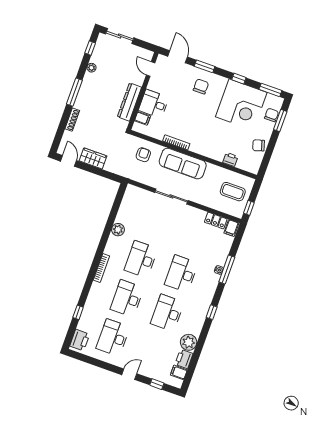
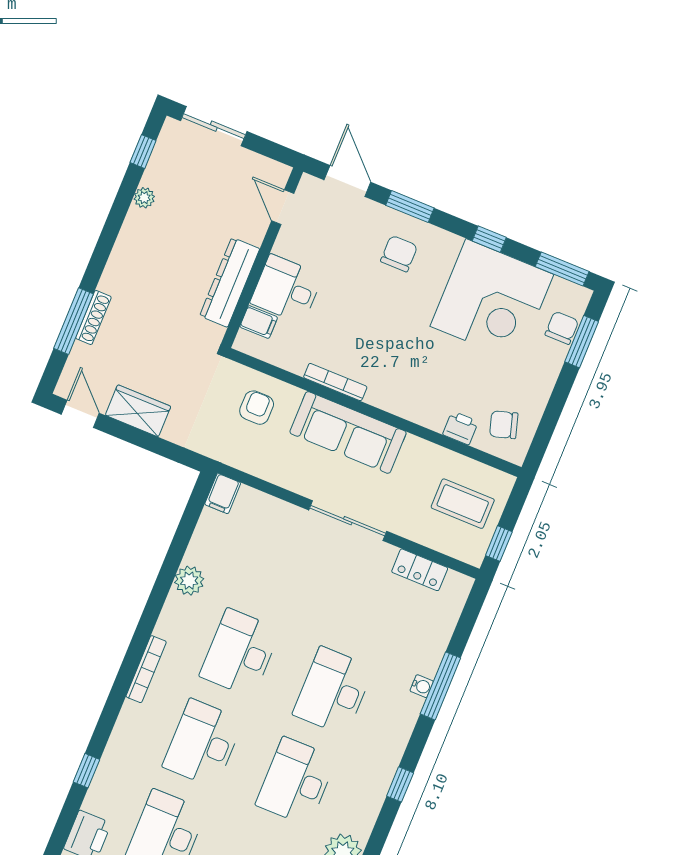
window: (74, 92) -> (74, 321), moved
chair: (259, 145) -> (504, 425), moved
sliding door: (171, 196) -> (348, 521), moved
filing cabinet: (231, 228) -> (223, 494), moved

